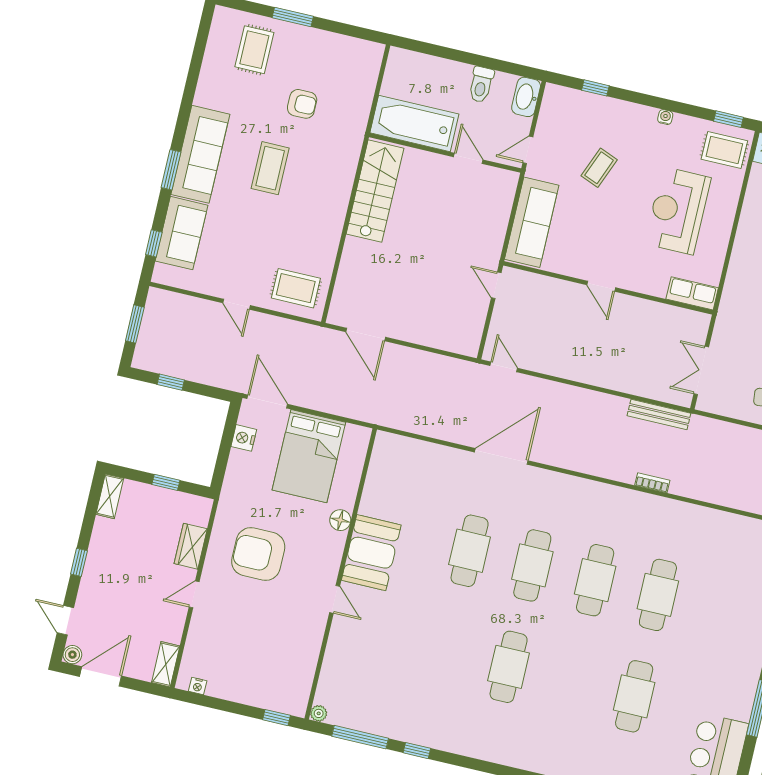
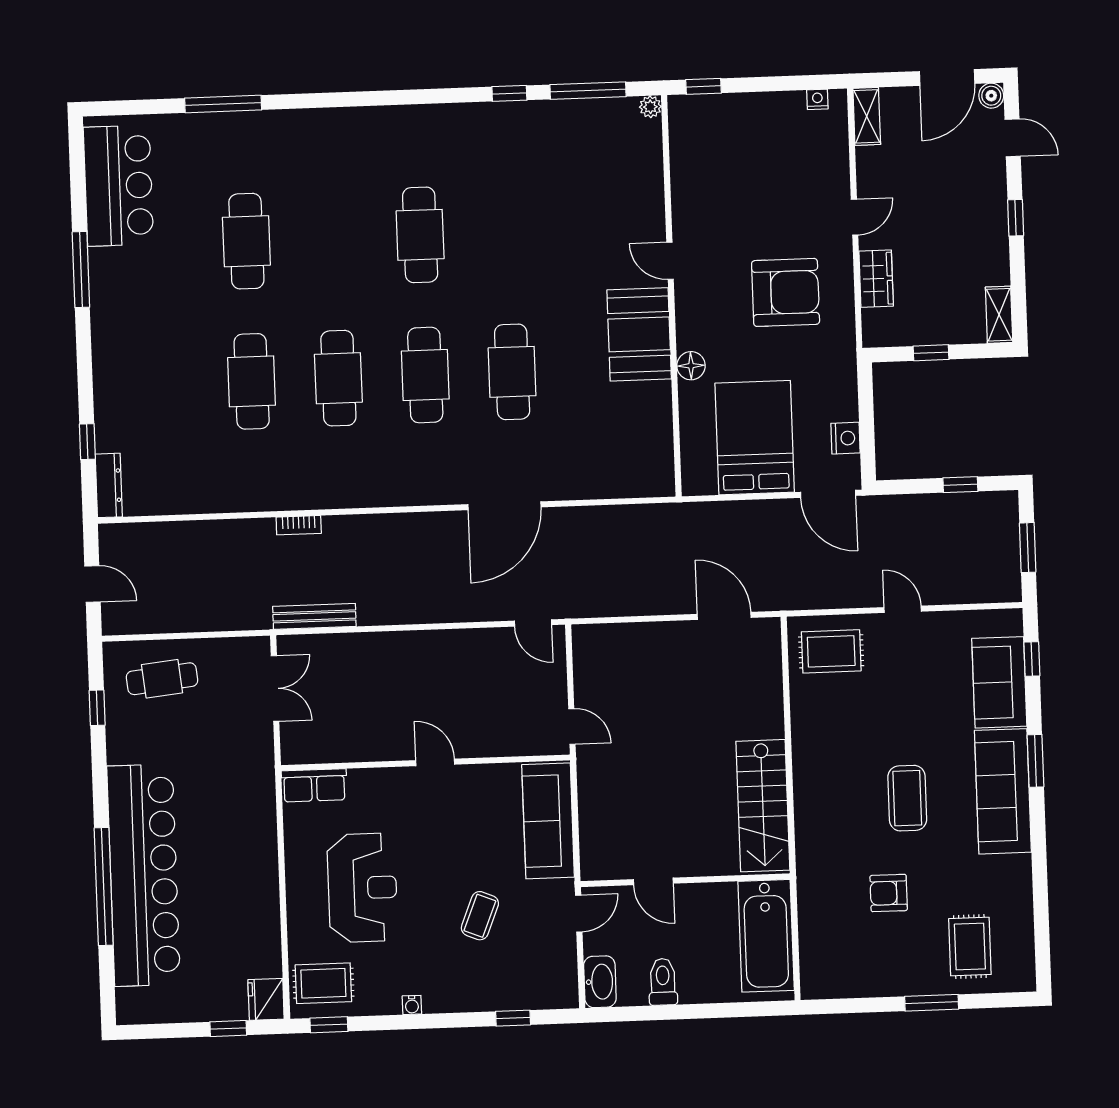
bathtub: (414, 123) -> (766, 936), moved, turned 90

